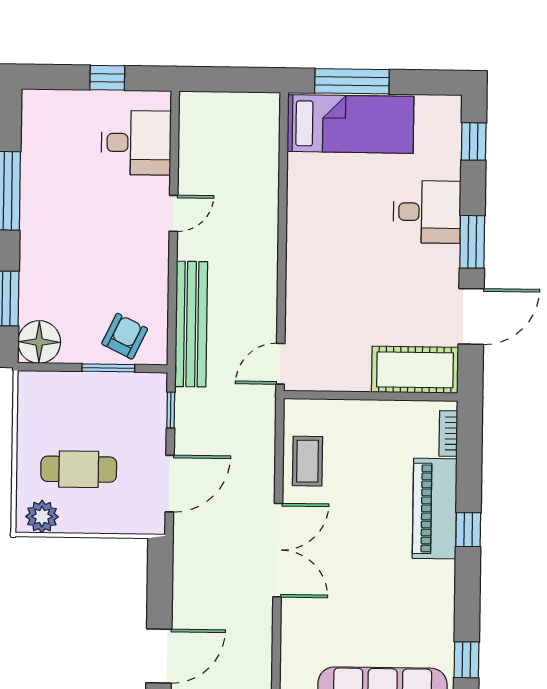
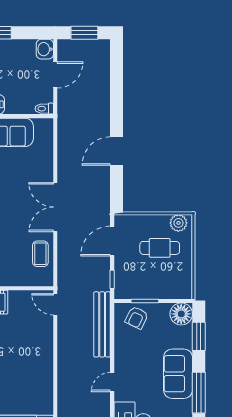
sofa: (47, 227) -> (178, 374), added
door: (280, 364) -> (55, 304), swing flipped

